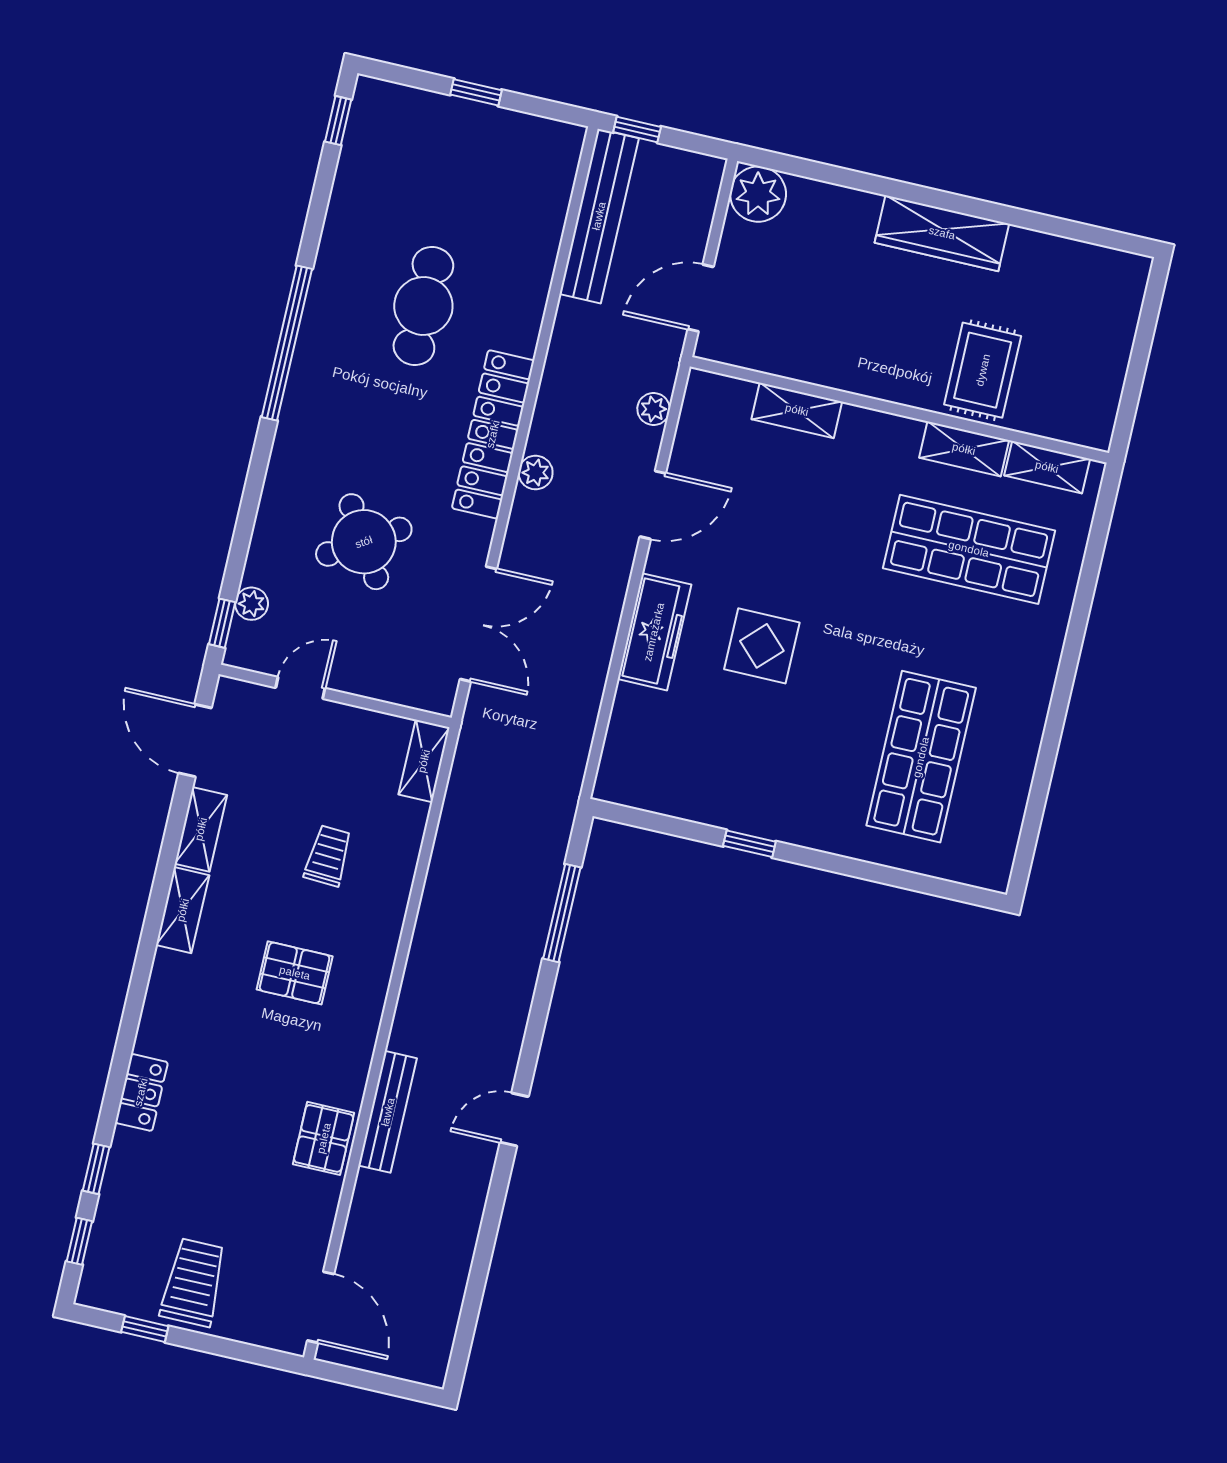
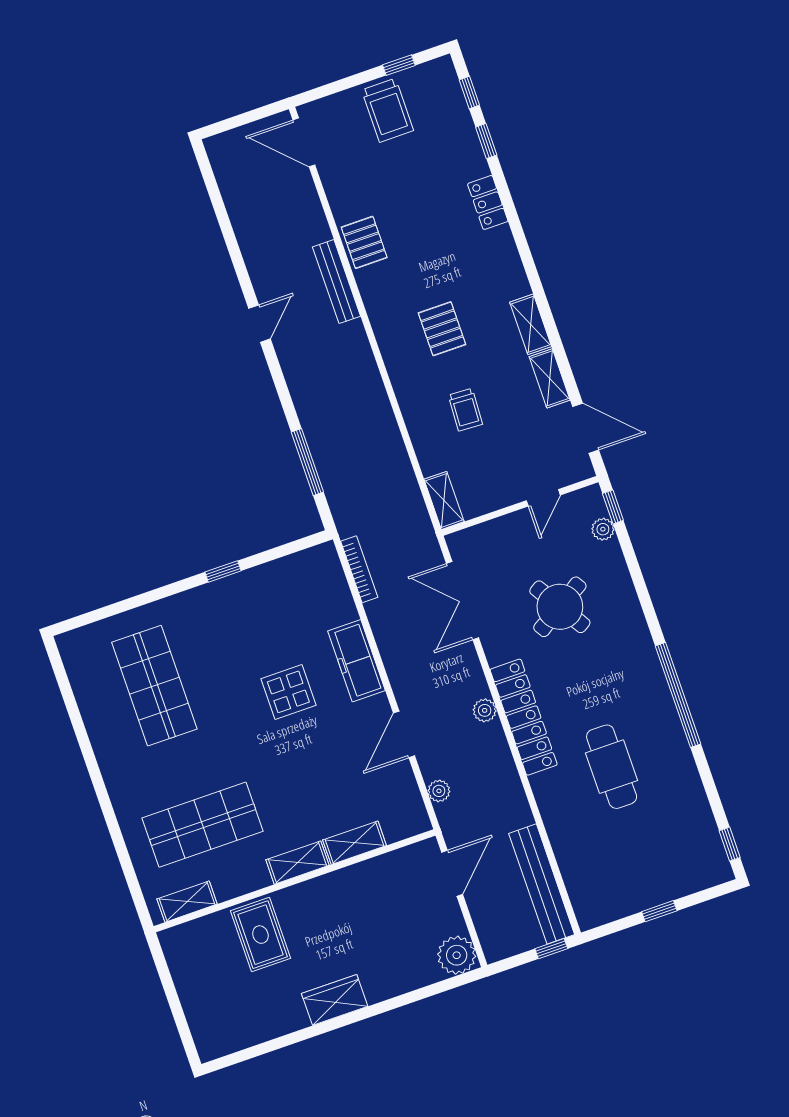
wardrobe: (942, 233) -> (335, 1000), width x0.67
shelving: (964, 449) -> (298, 863), moved
bookcase: (581, 742) -> (359, 569), added
pallet: (295, 973) -> (442, 329), turned 90

